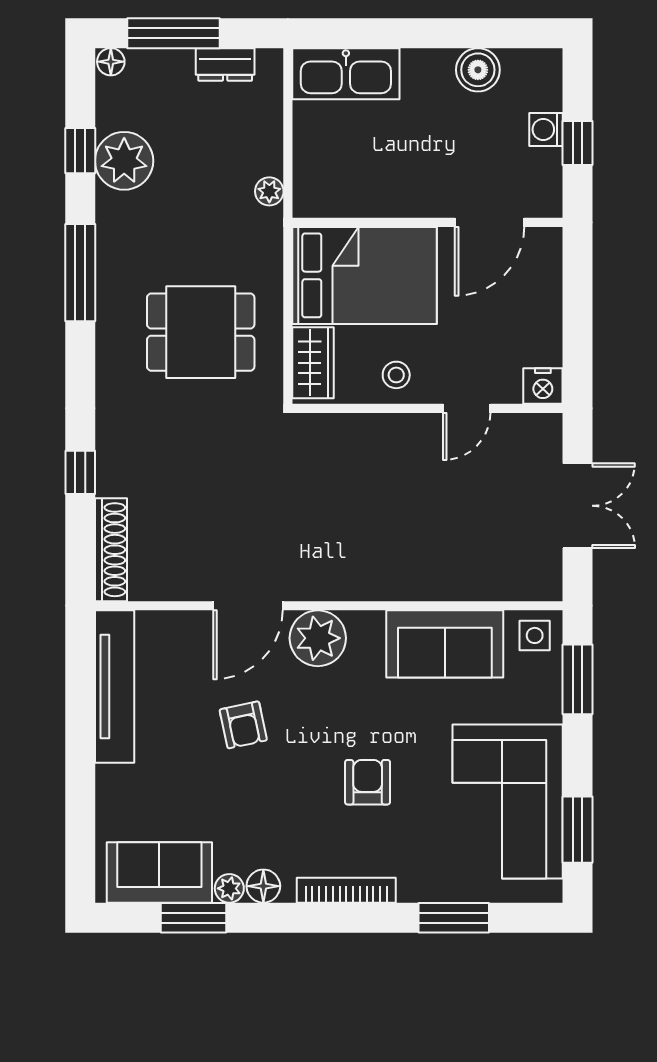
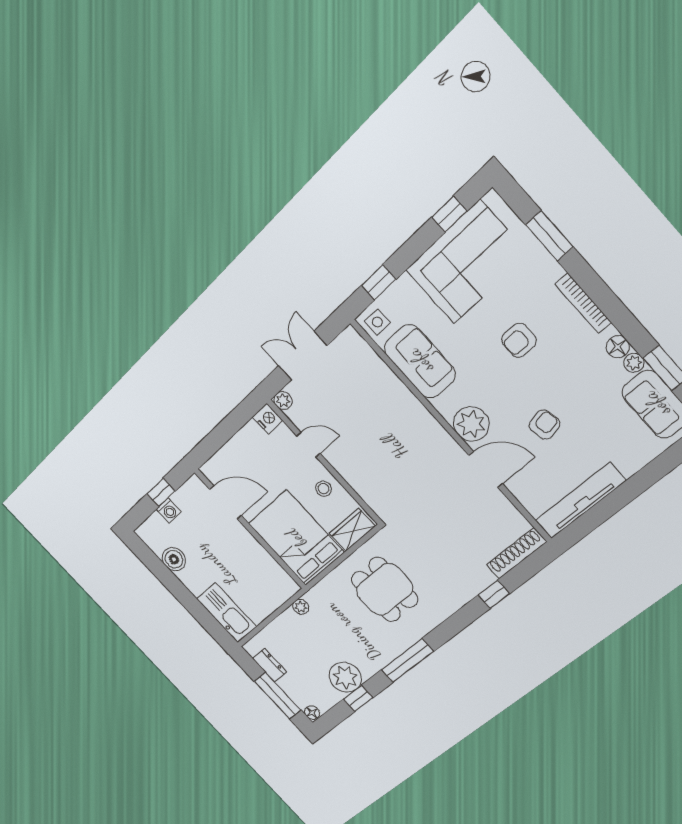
plant: (547, 428) -> (283, 400), added
window: (578, 679) -> (379, 282), width x0.67
window: (578, 830) -> (449, 214), width x0.67

